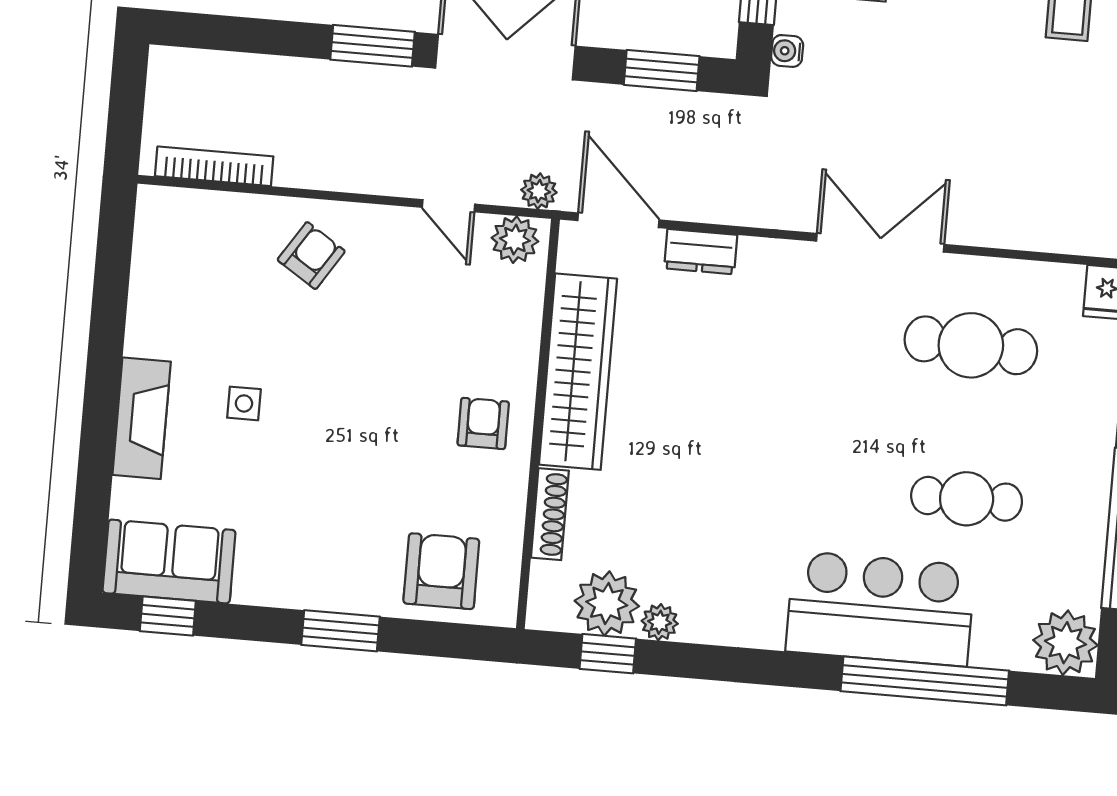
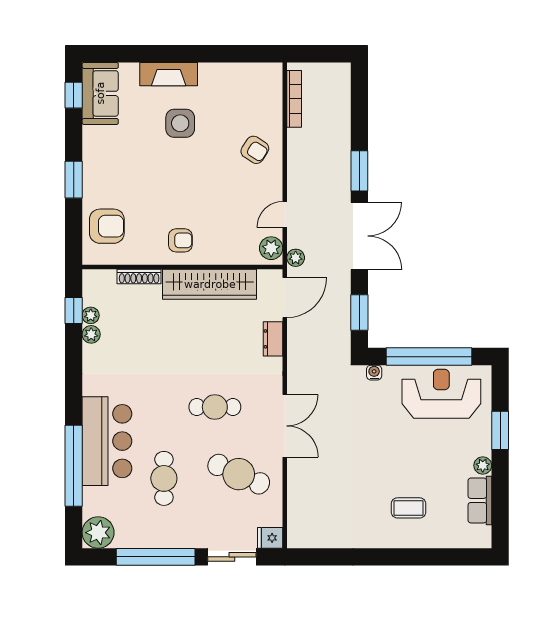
cafe table: (971, 345) -> (239, 474), turned -69
cafe table: (830, 382) -> (215, 407), added
side table: (244, 403) -> (180, 123), width x1.87, depth x1.87
plant: (607, 603) -> (91, 315), width x0.53, depth x0.53

